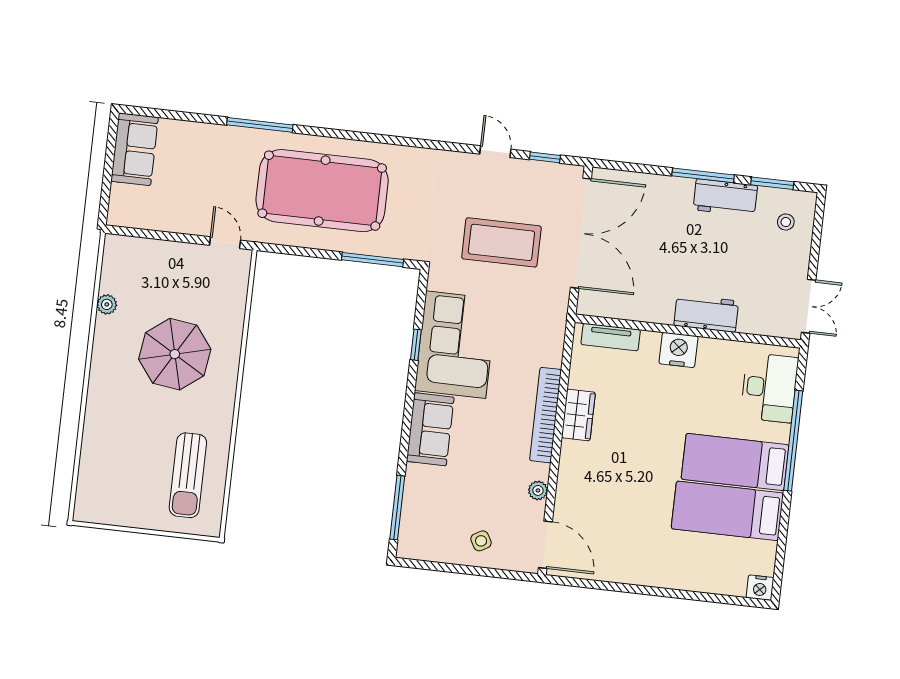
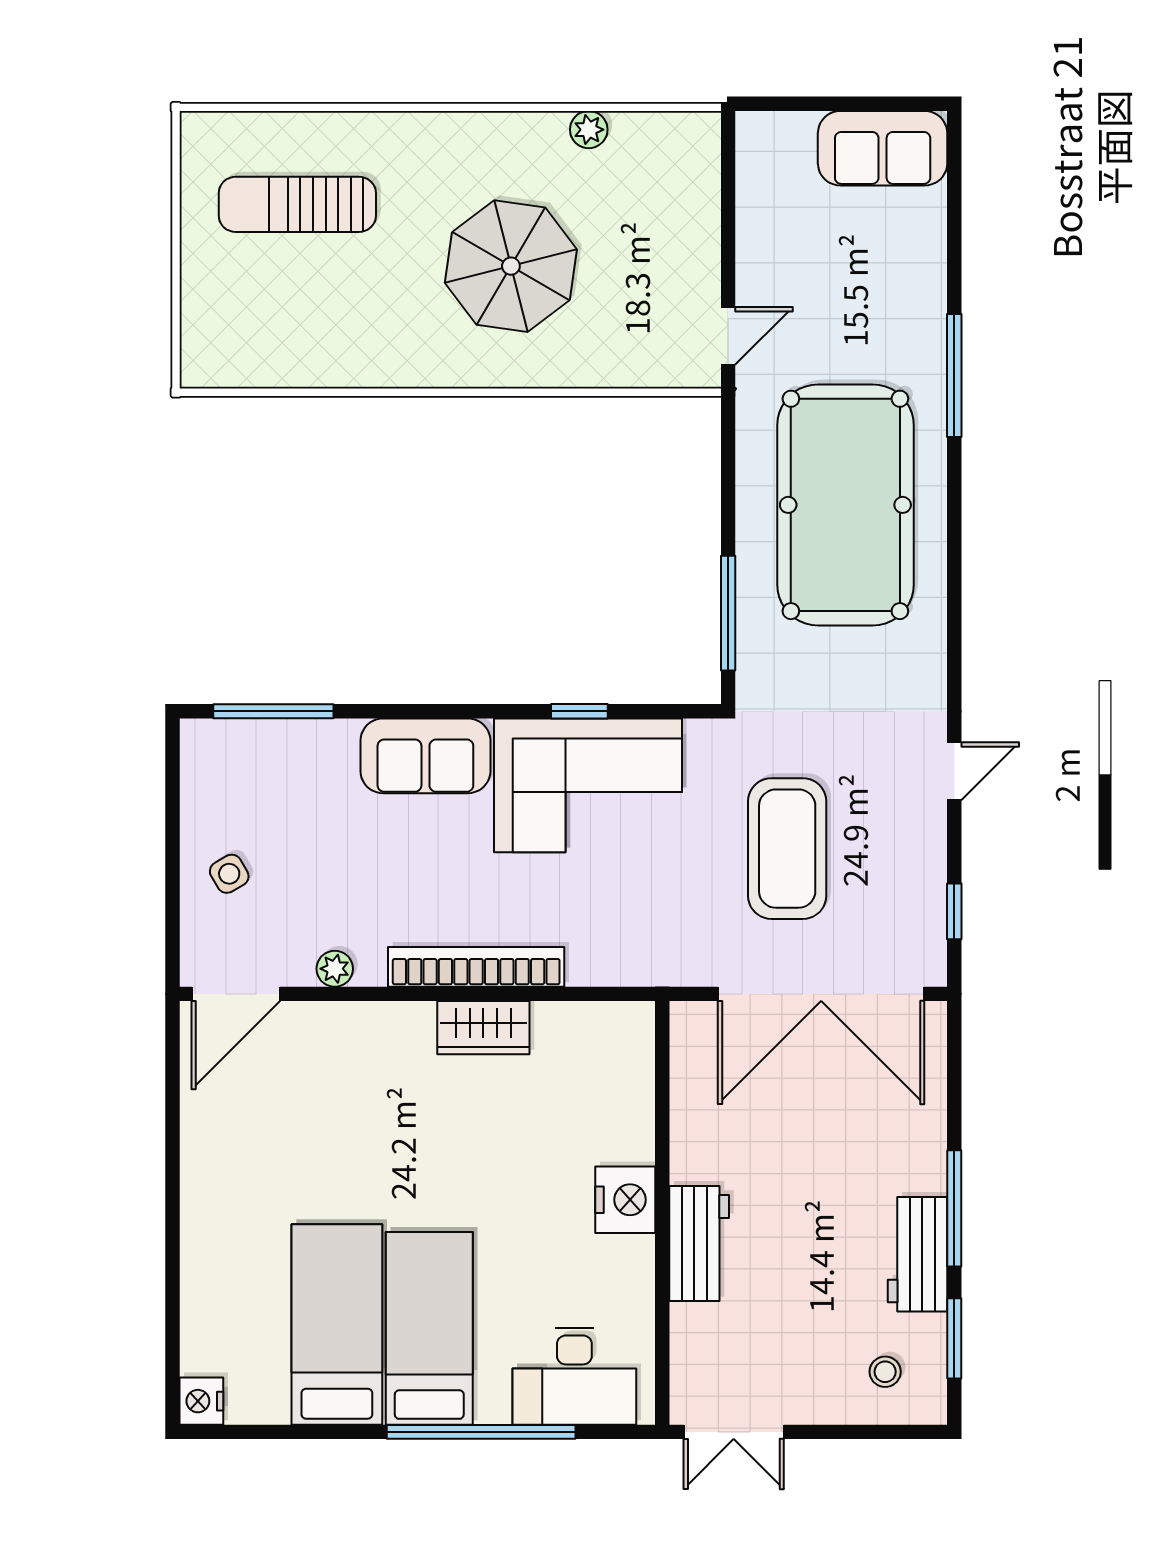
door: (495, 152) -> (954, 771), moved
tv unit: (611, 337) -> (635, 1071), removed
sun lounger: (188, 475) -> (297, 204), moved

